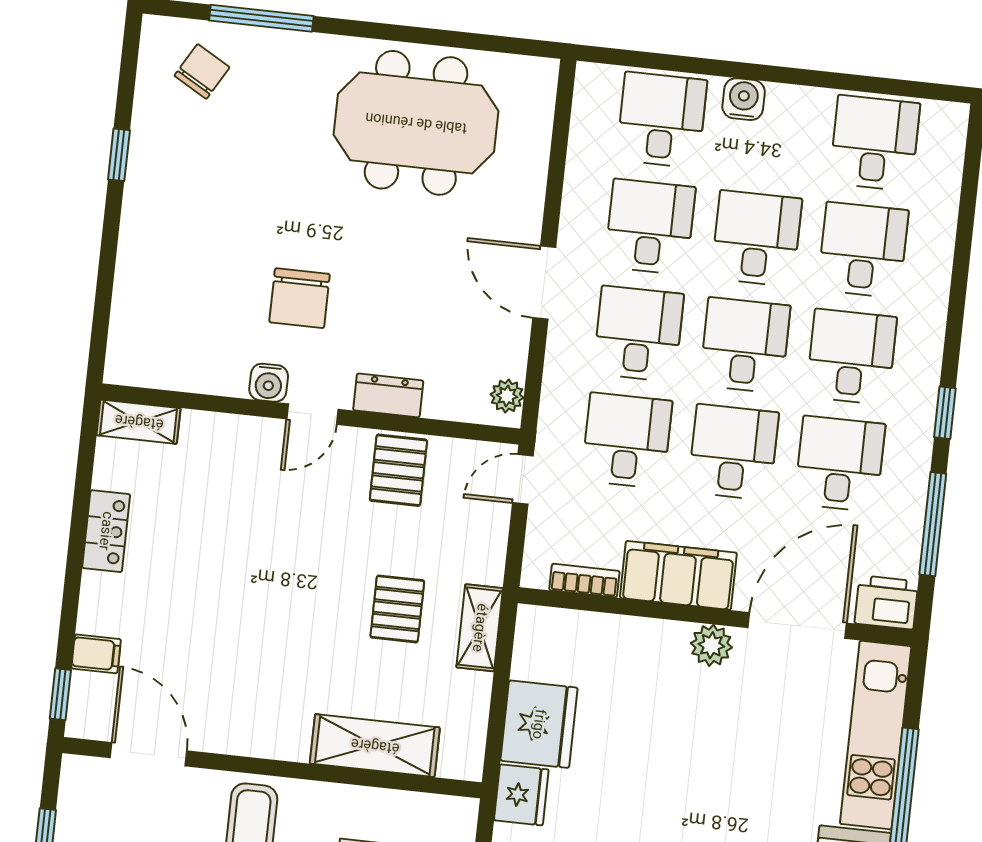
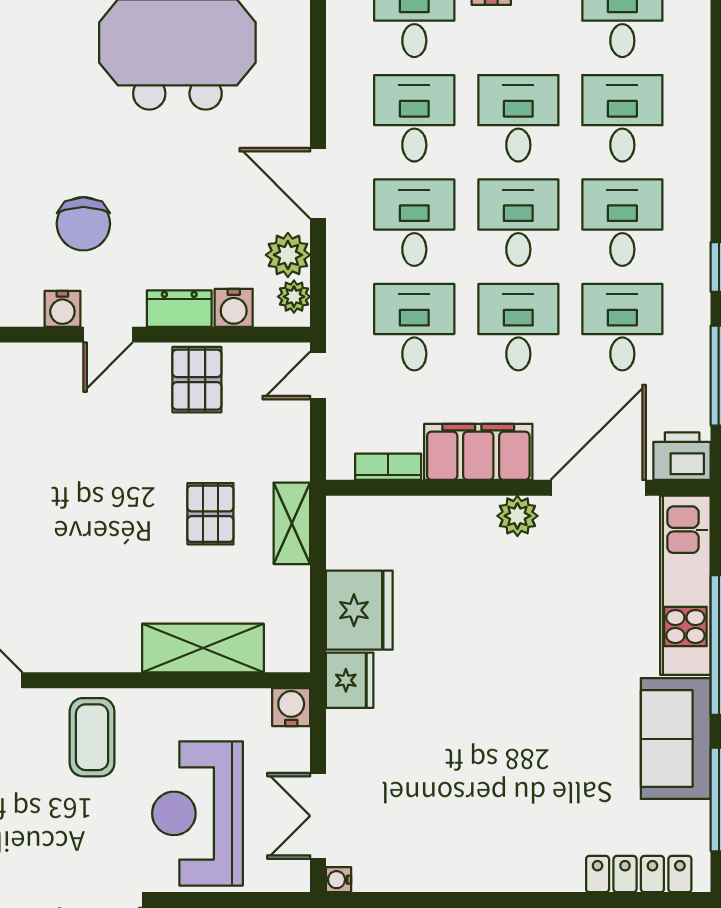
plant: (505, 353) -> (288, 255), added
water cooler: (444, 401) -> (234, 308), added
water cooler: (459, 816) -> (291, 707), added

